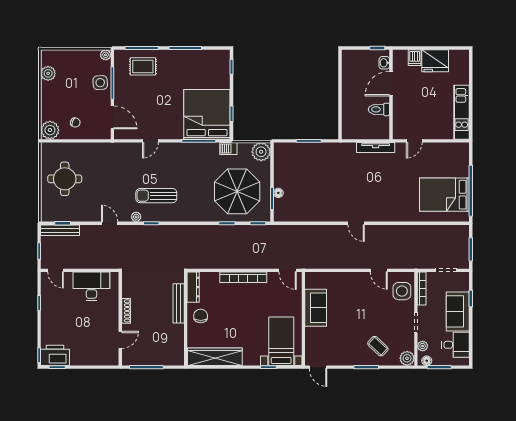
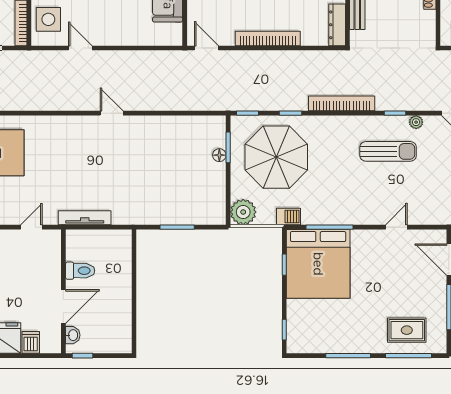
bookcase: (190, 230) -> (342, 103), added

